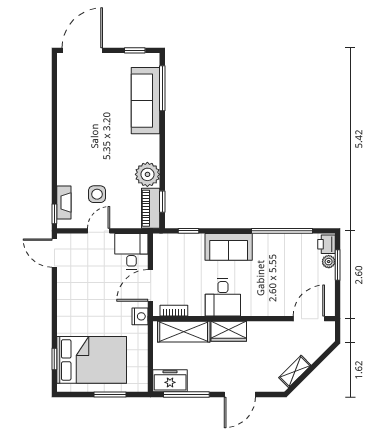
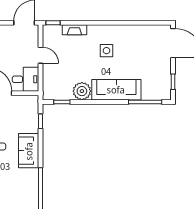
sofa: (146, 101) -> (116, 90), moved
side table: (97, 194) -> (106, 51), moved
fireplace: (64, 202) -> (74, 30), moved
piano: (151, 208) -> (57, 93), removed

